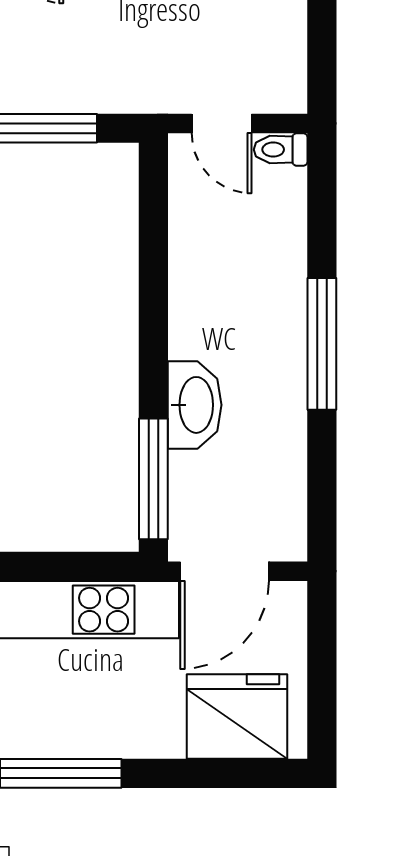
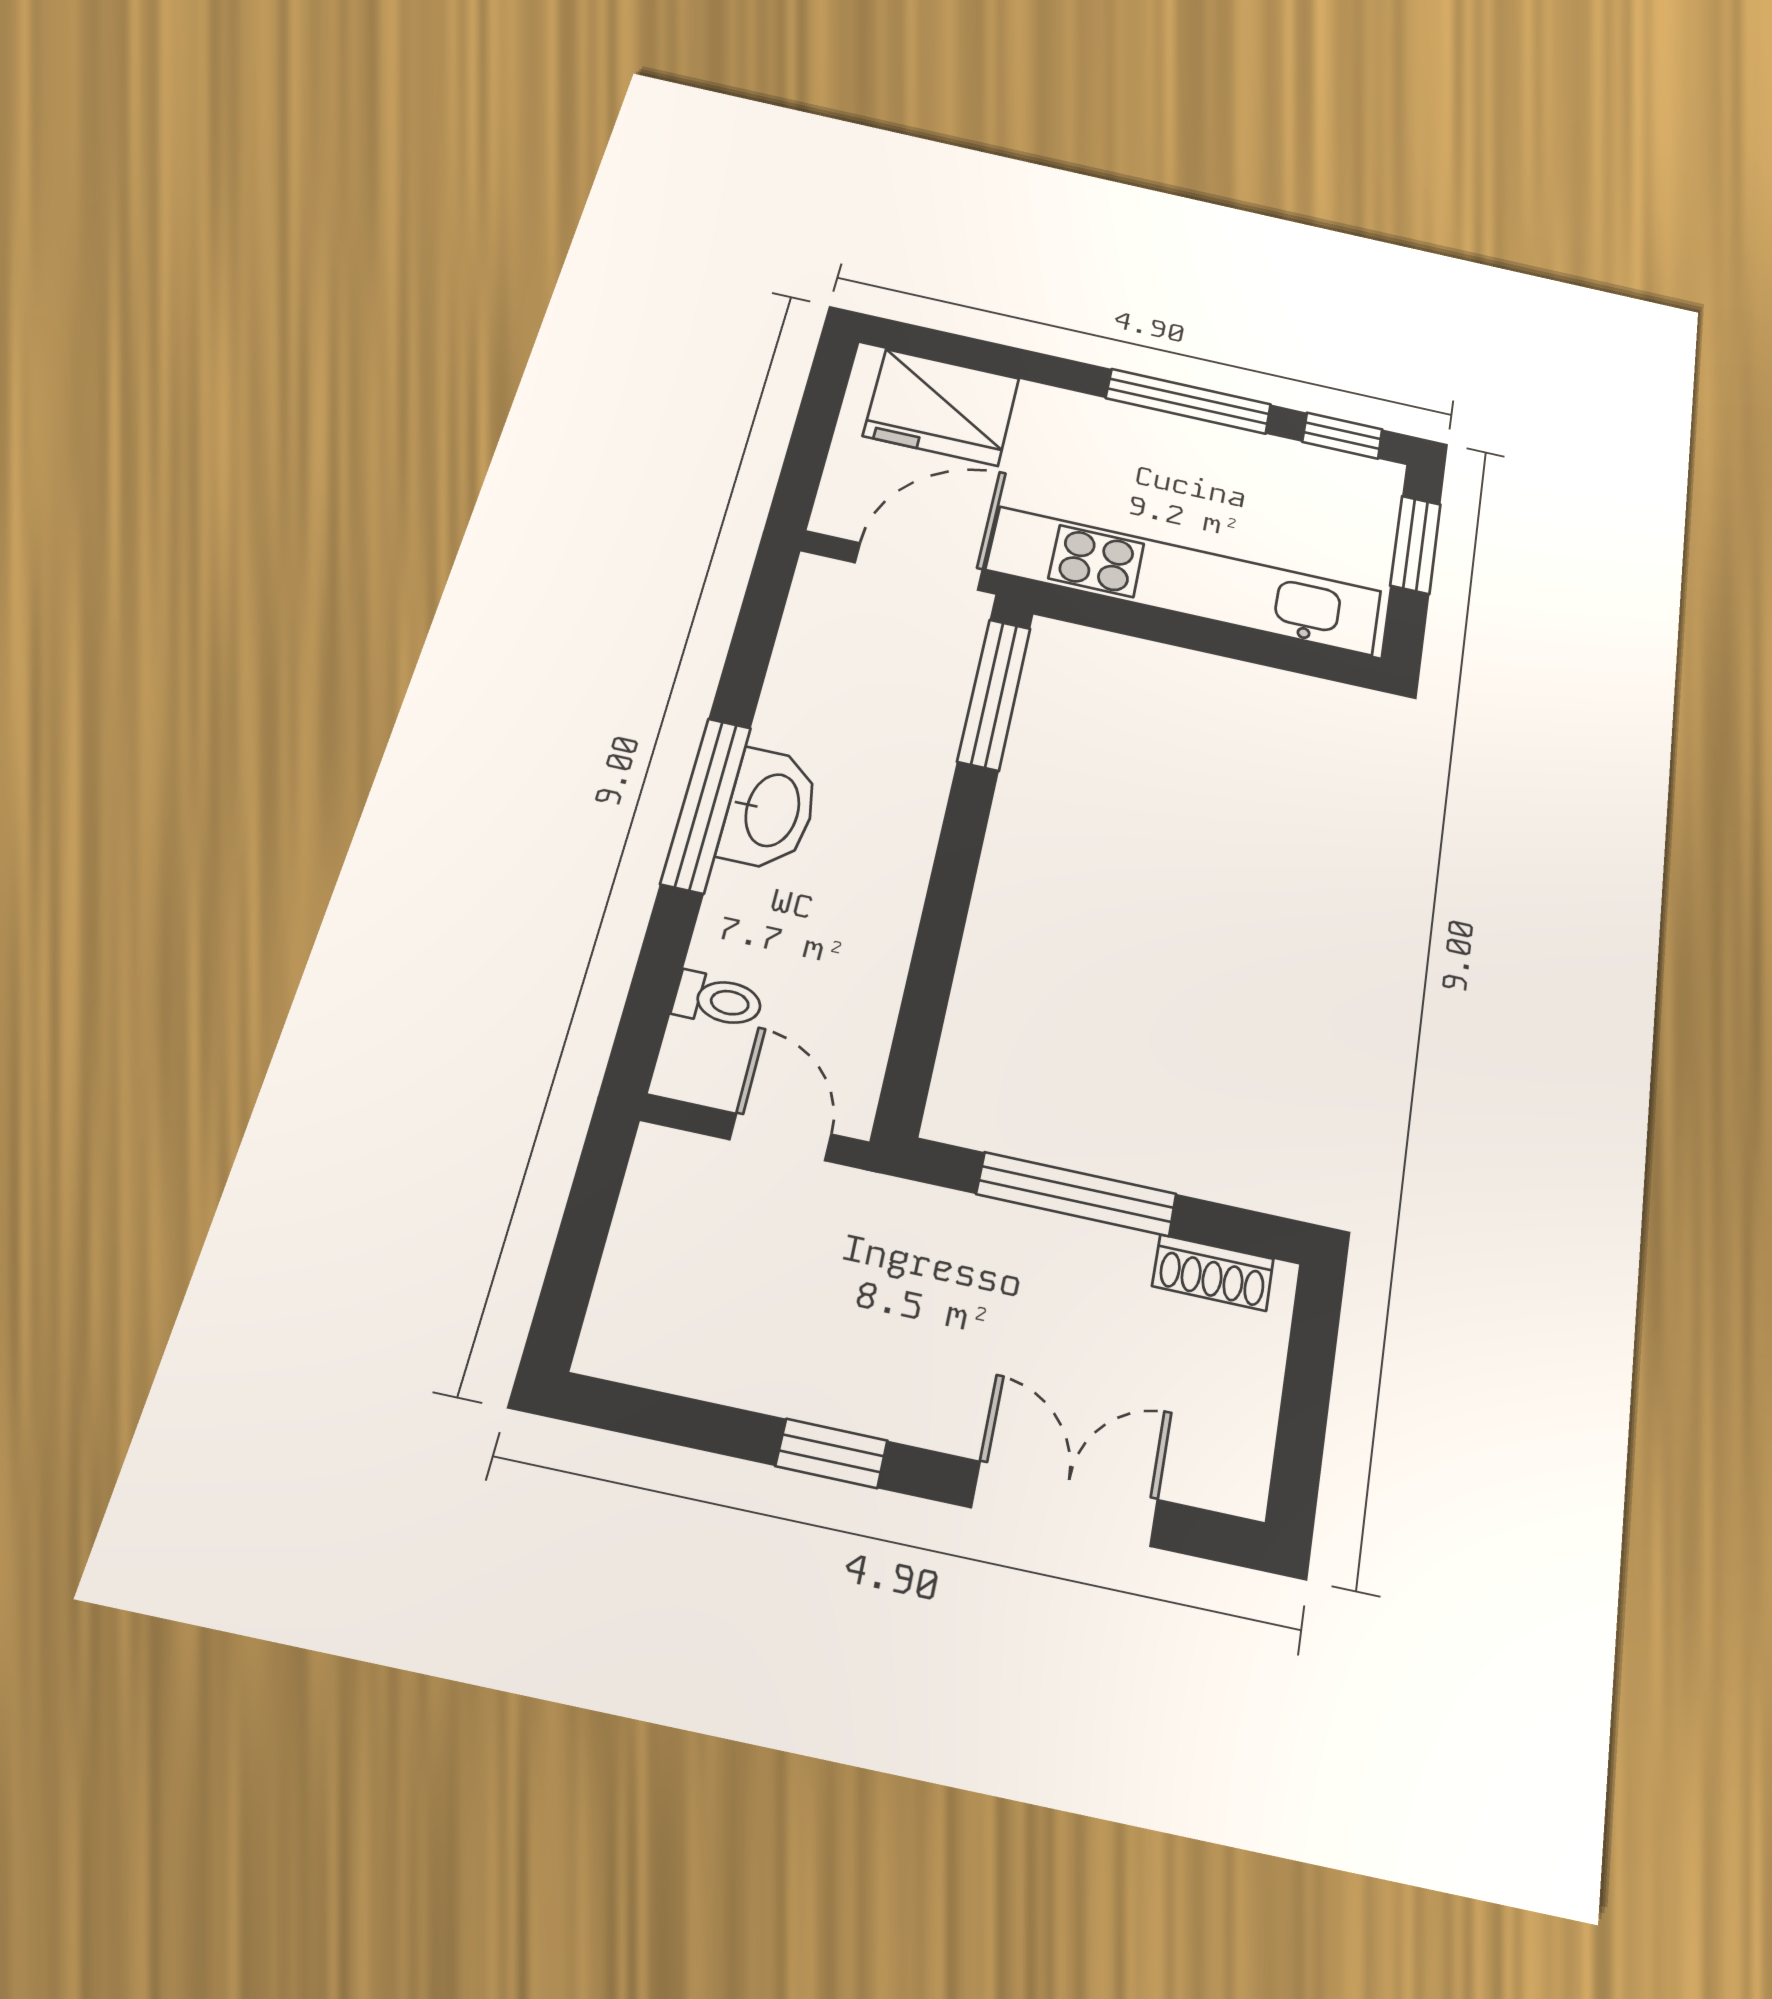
toilet: (281, 150) -> (718, 1000), moved
washbasin: (195, 405) -> (770, 810), moved, turned 180

